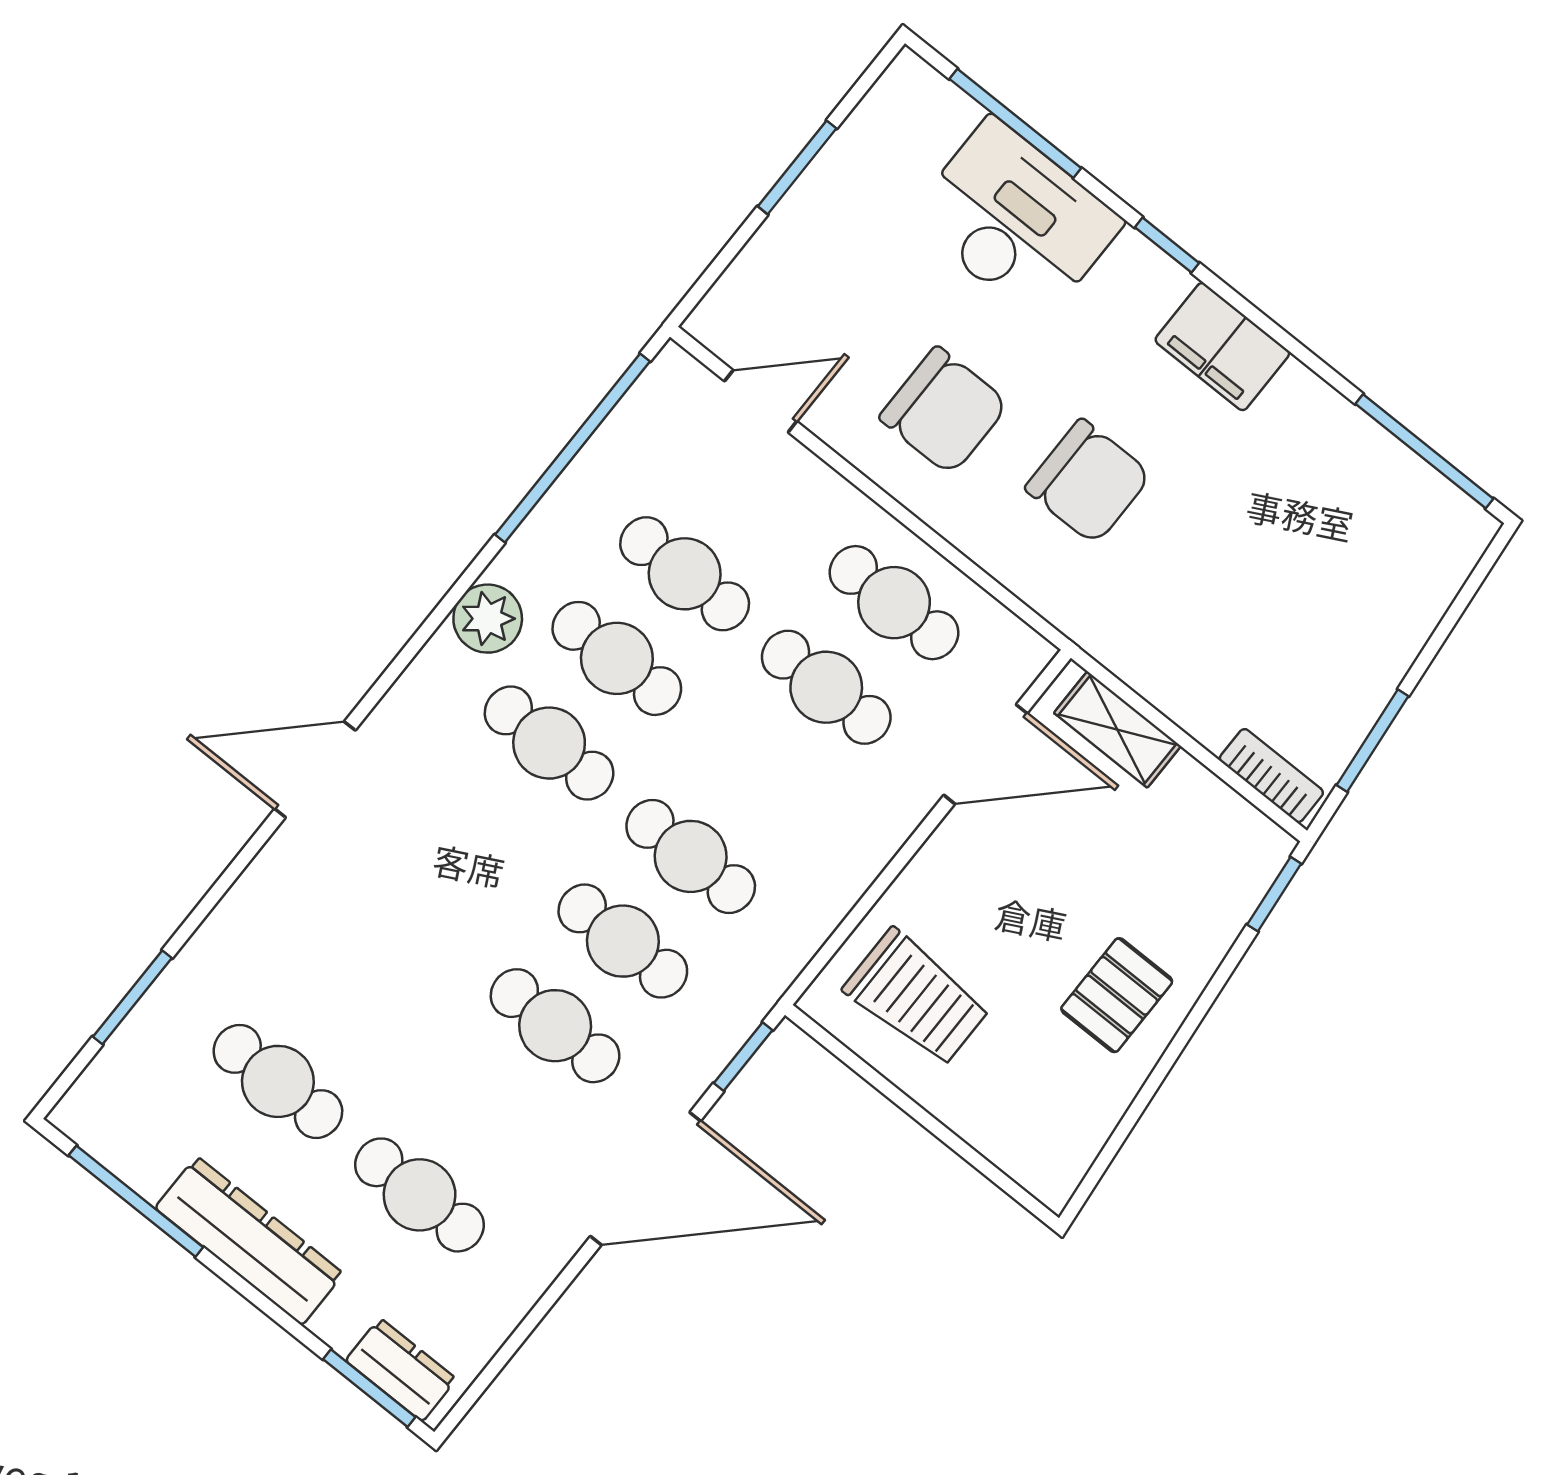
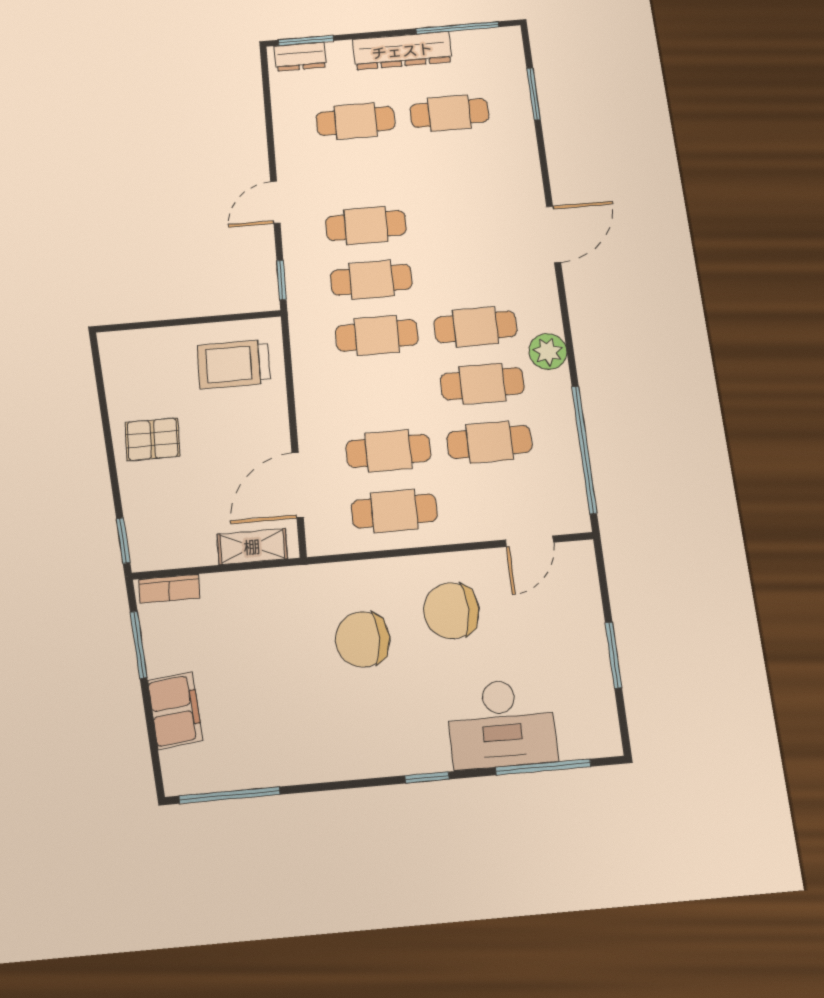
filing cabinet: (1222, 347) -> (175, 710), moved, turned 84
pallet: (1117, 995) -> (152, 439), turned 90
door: (646, 1179) -> (275, 202), width x0.53

